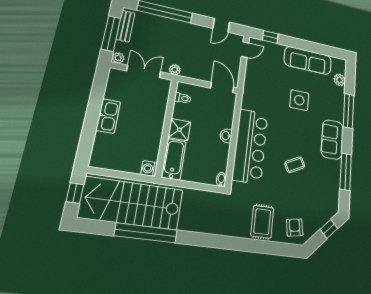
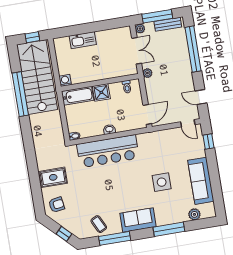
kitchen sink: (108, 116) -> (83, 40), moved
coffee table: (295, 165) -> (99, 224), moved

